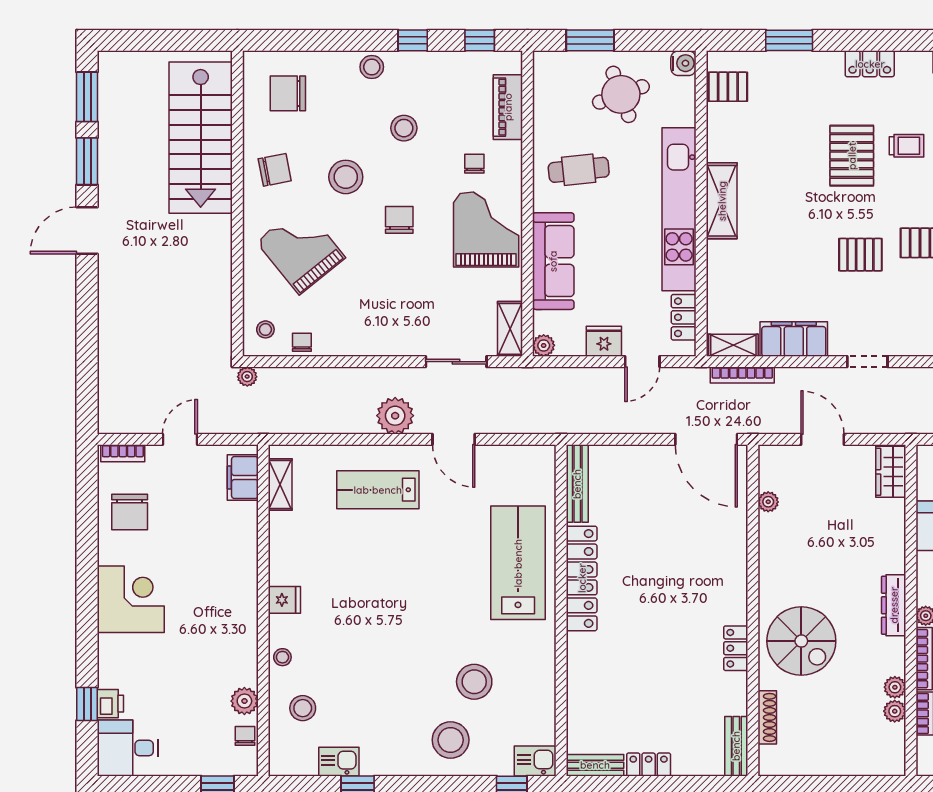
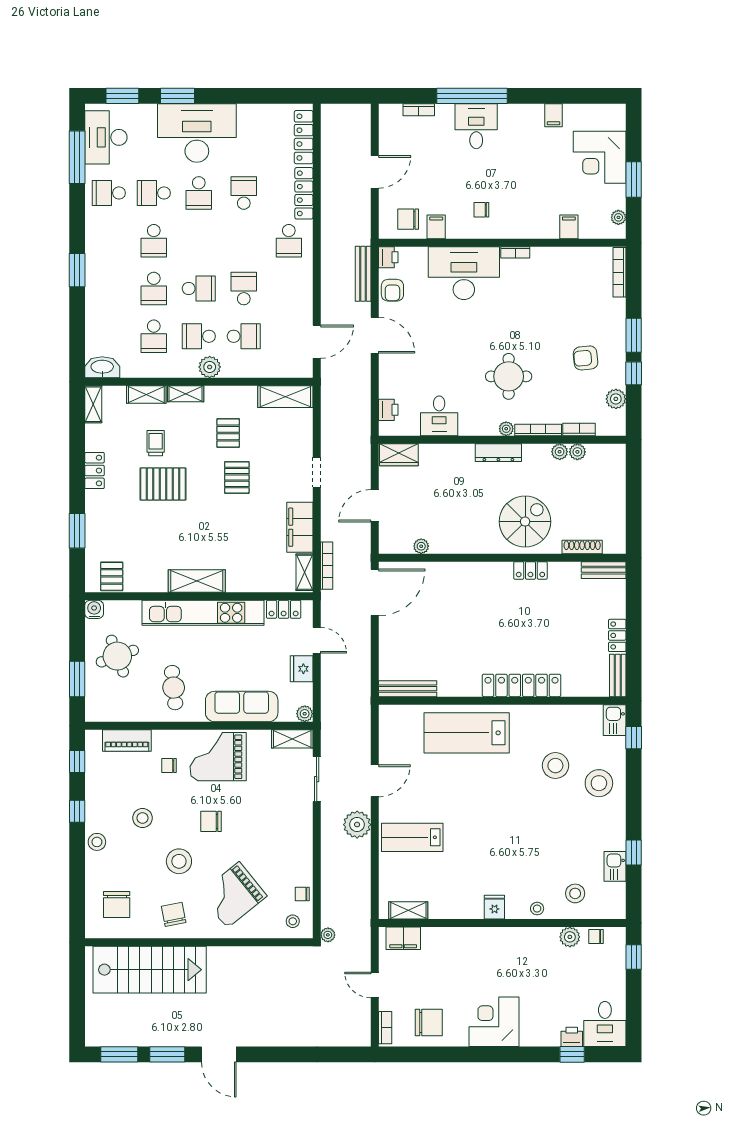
lab bench: (378, 490) -> (412, 837), turned 90
locker: (582, 578) -> (522, 685), moved

